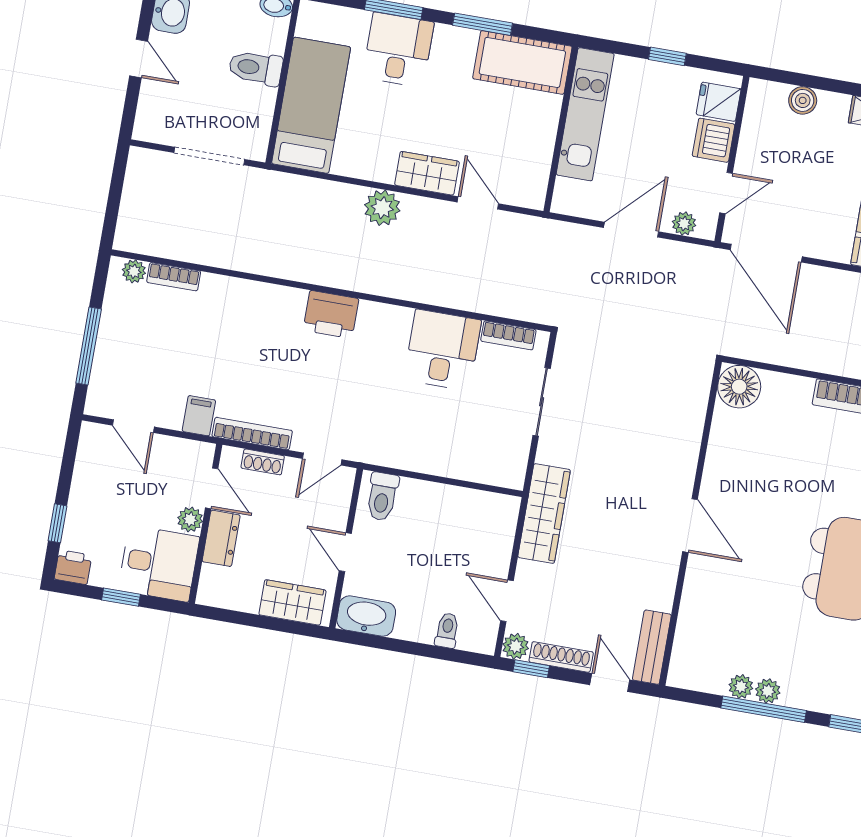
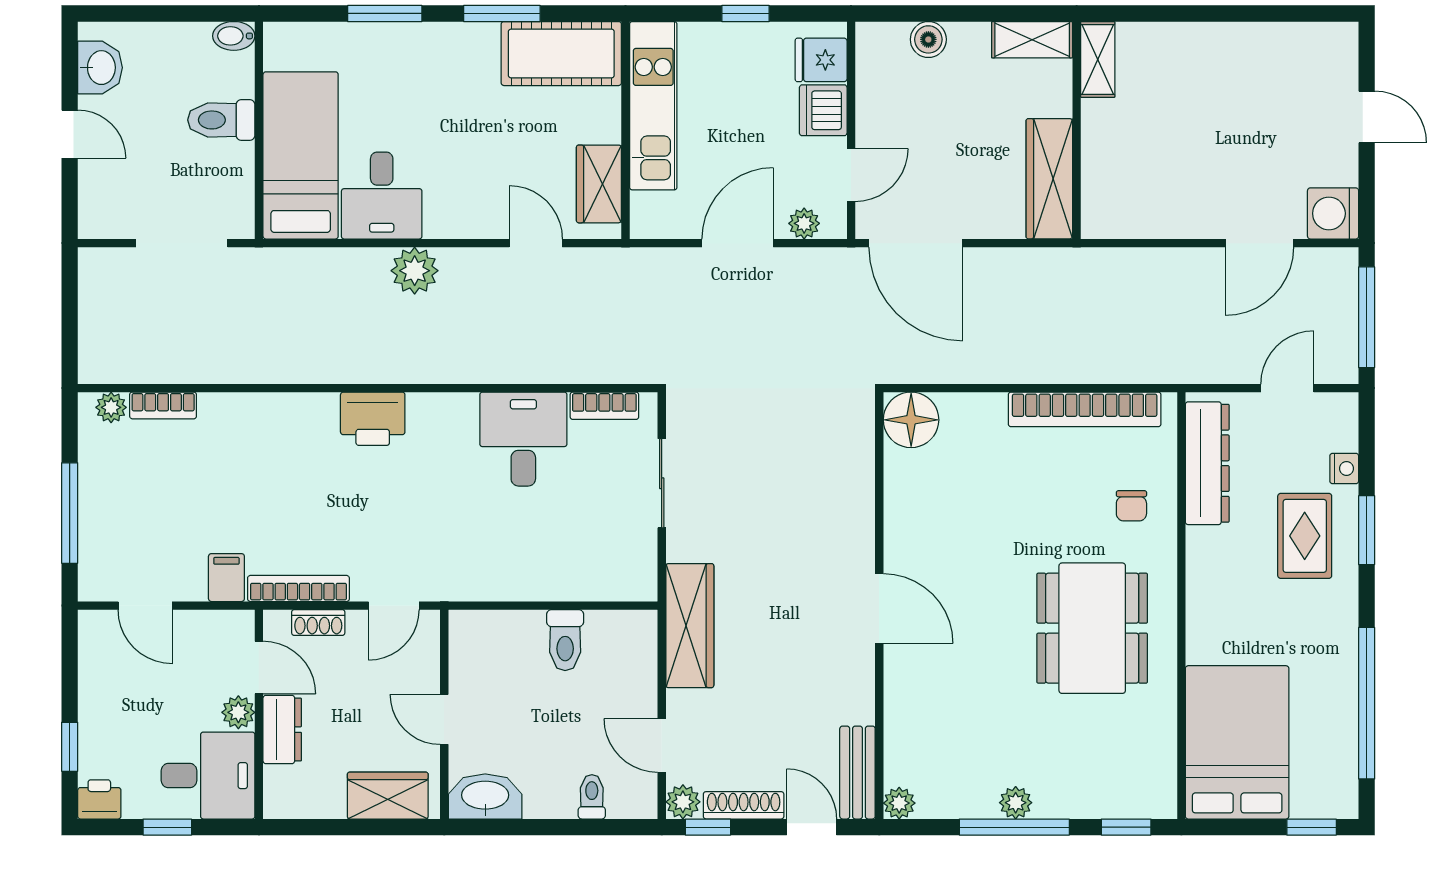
desk: (398, 50) -> (382, 196), moved, turned 180
wardrobe: (427, 173) -> (599, 184), moved, turned -90
toilet: (382, 497) -> (565, 640), moved
plant: (741, 687) -> (899, 803), moved

